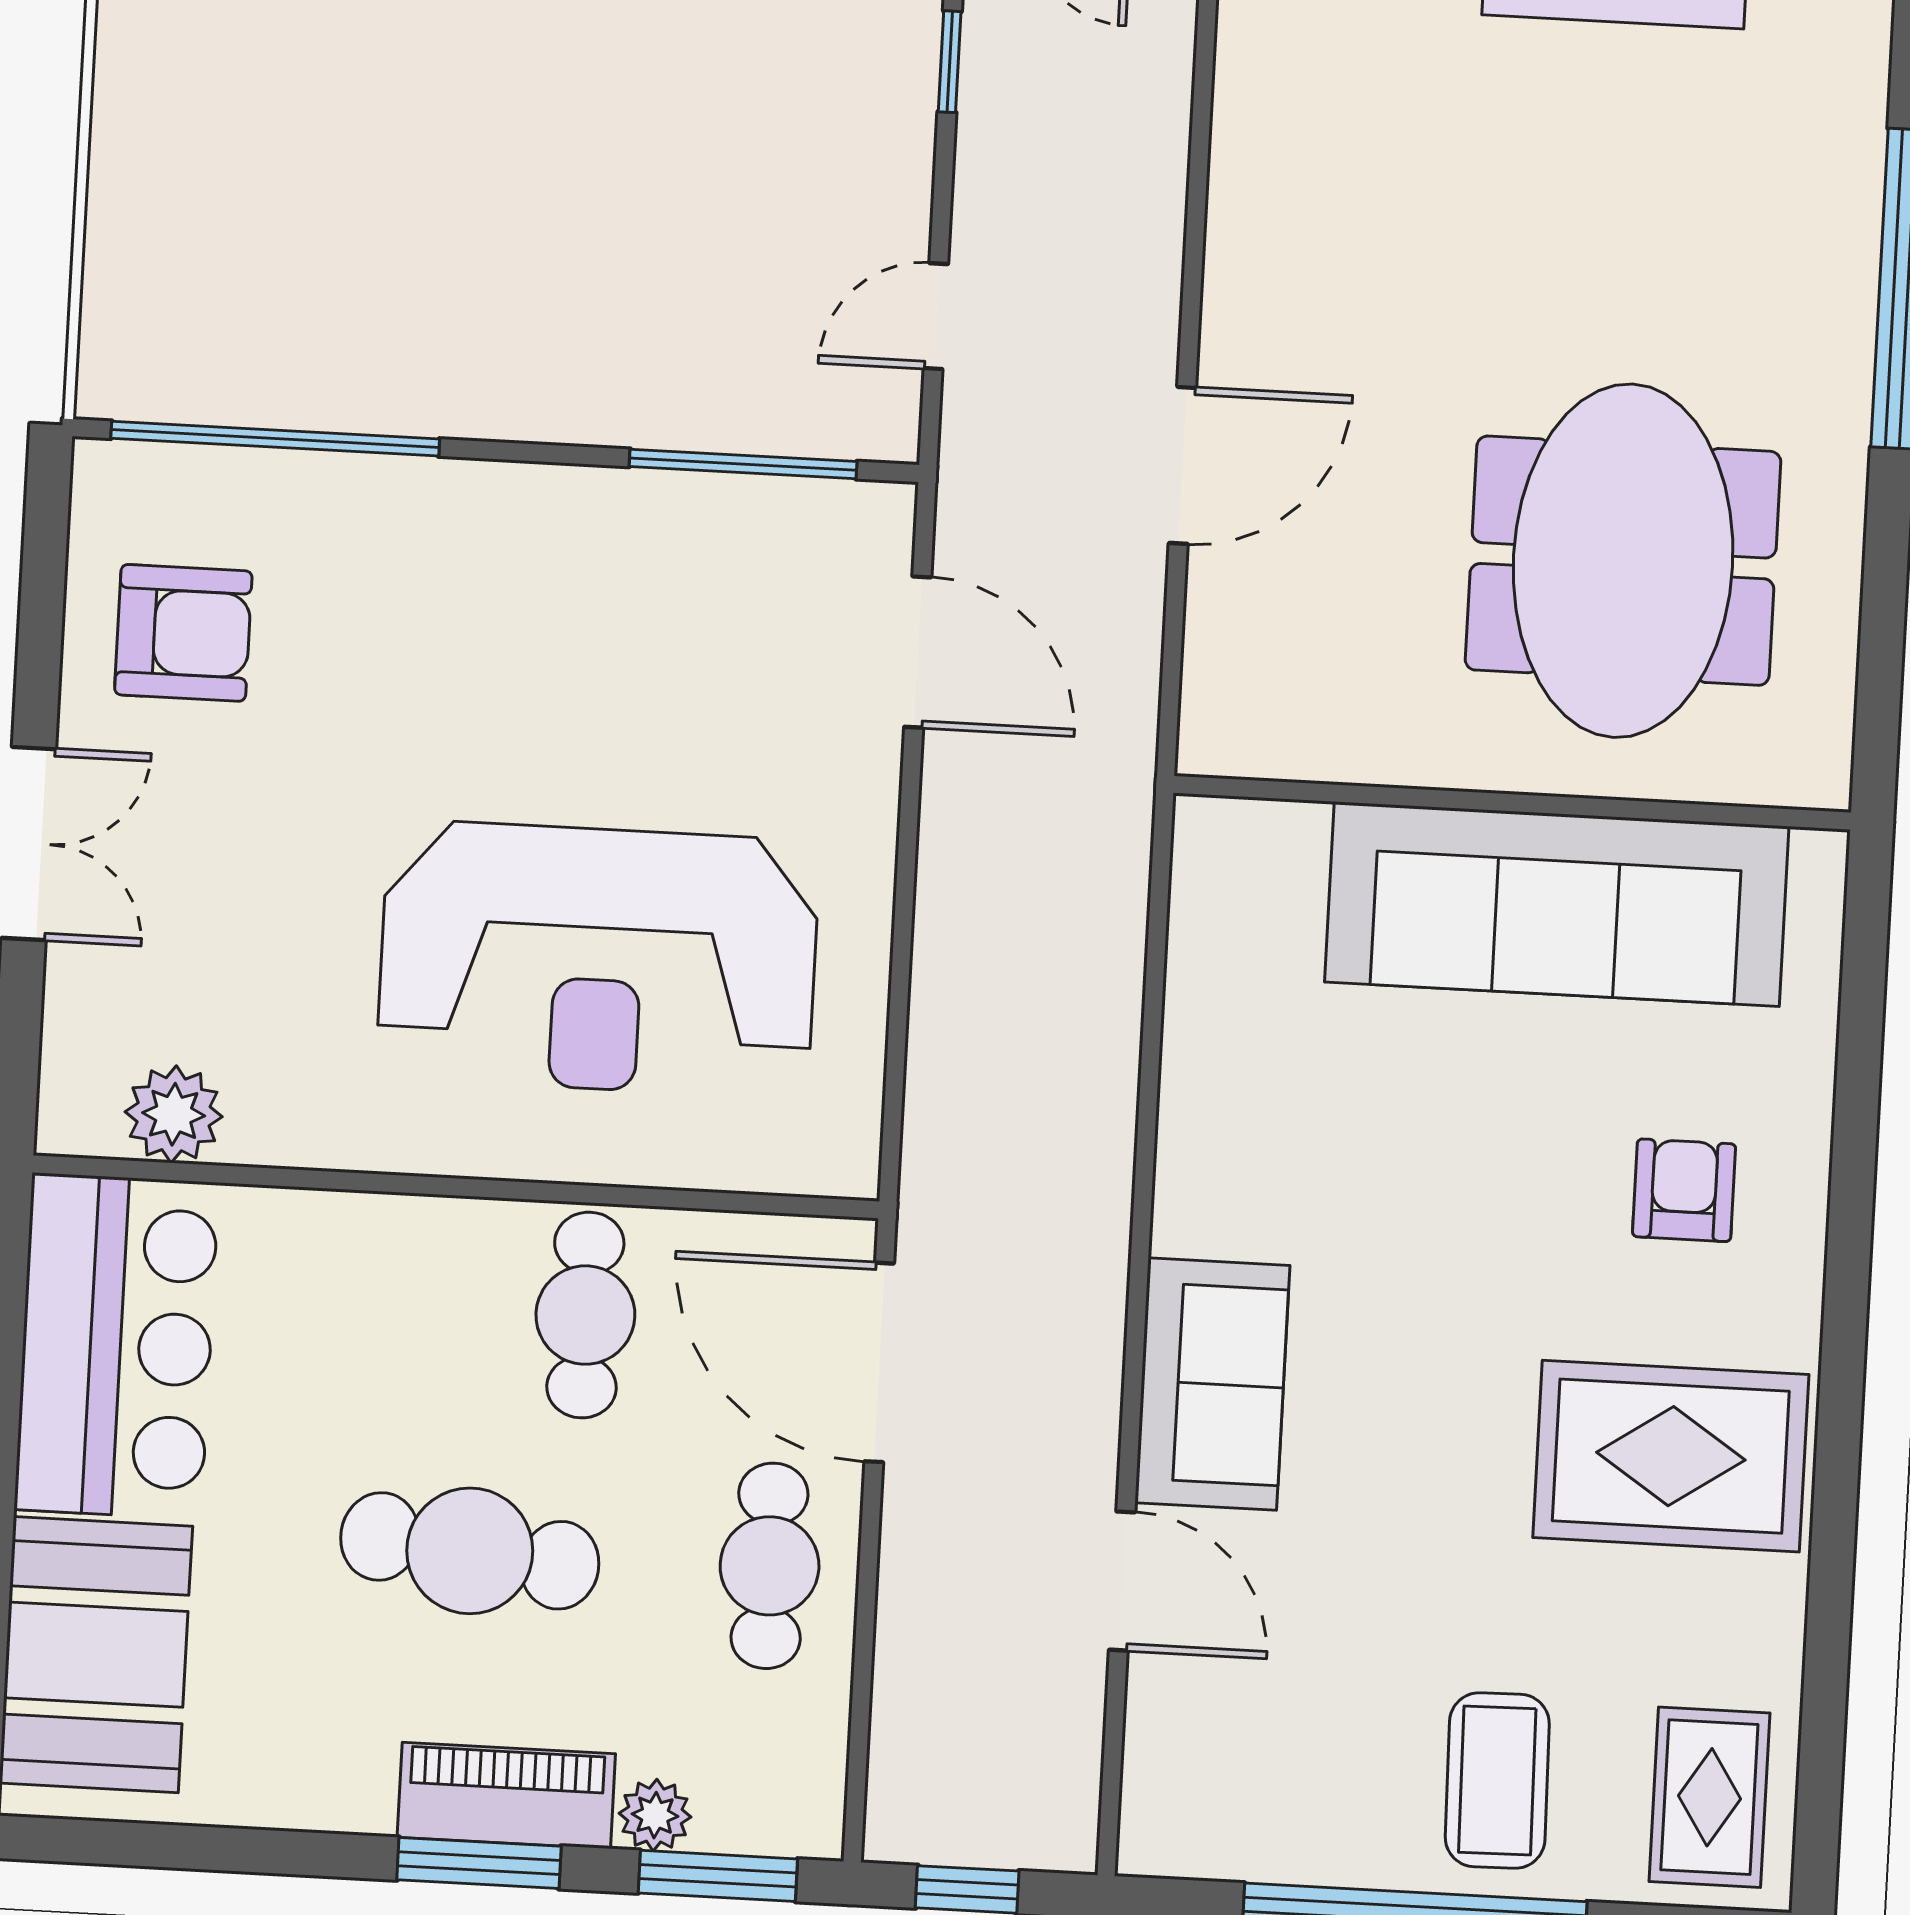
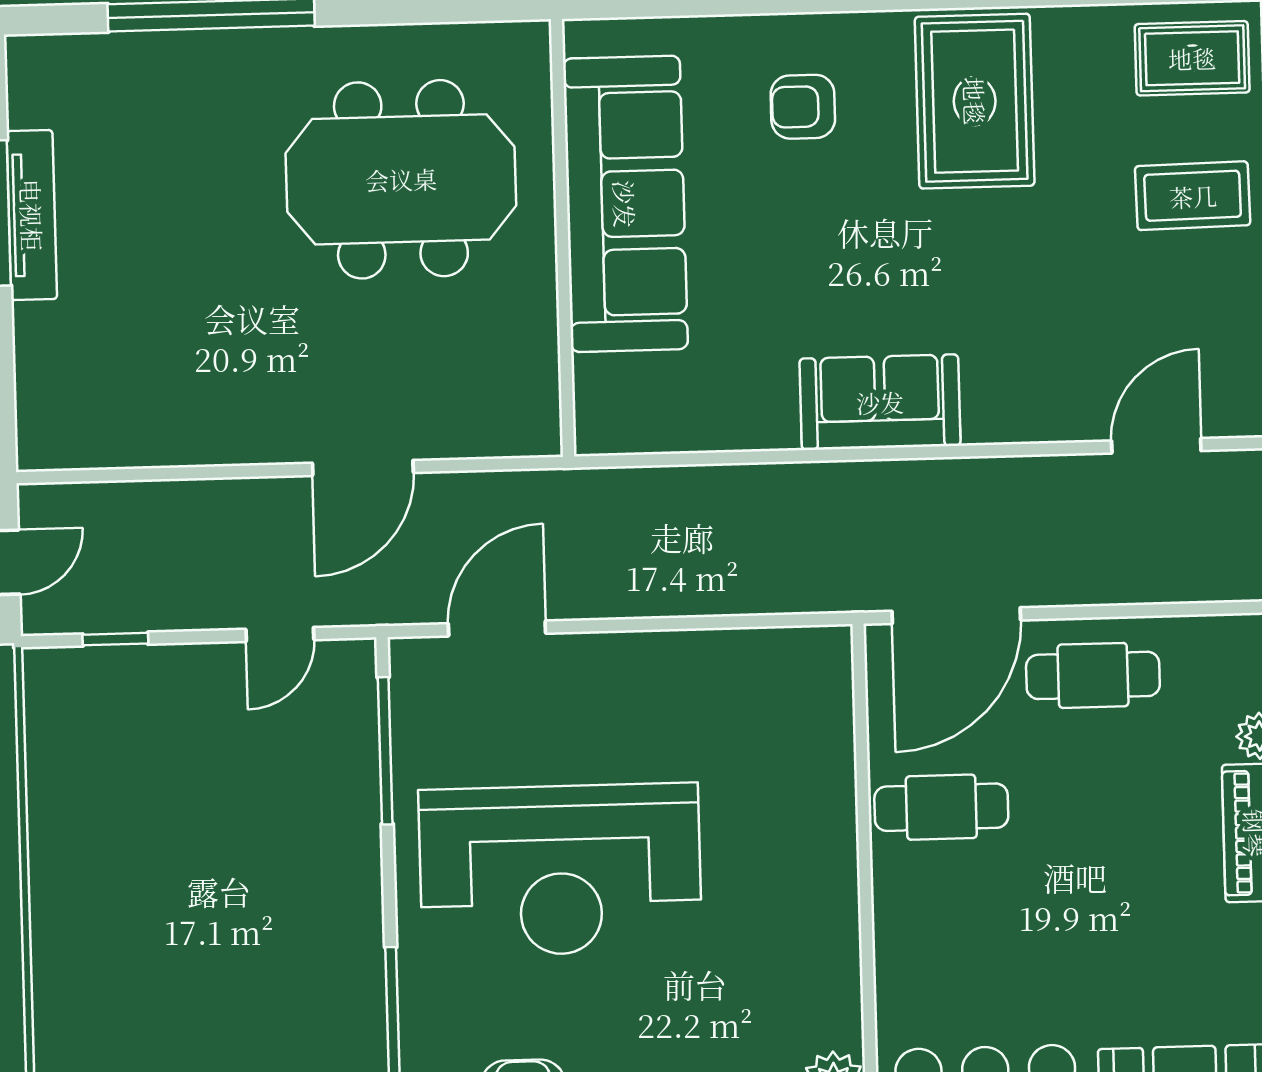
door: (936, 316) -> (280, 634), hinge flipped
door: (1182, 465) -> (363, 468), swing flipped
reception desk: (598, 959) -> (560, 870), moved, turned 90
sofa: (1212, 1384) -> (880, 402), moved
cafe table: (470, 1551) -> (1099, 869), removed
door: (1122, 1581) -> (1156, 446), moved

